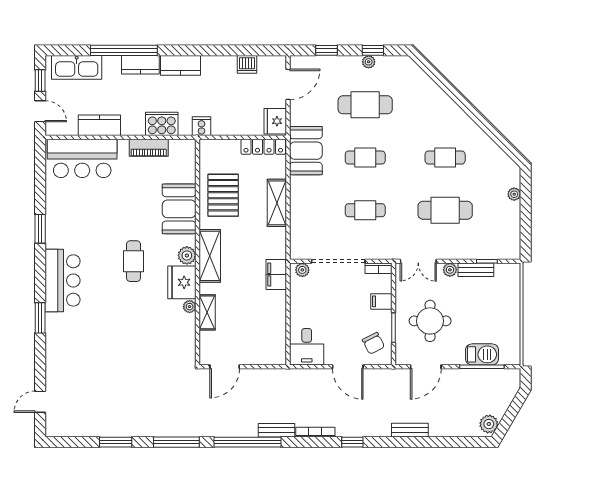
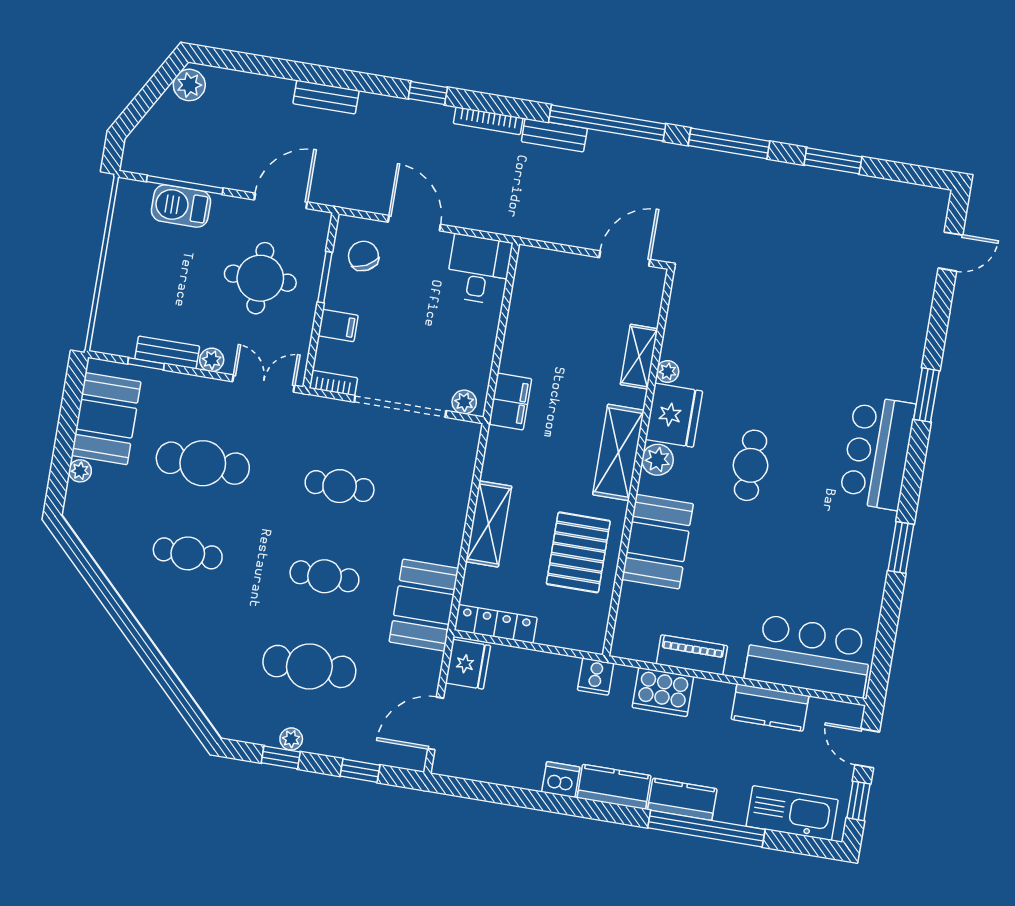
dishwasher: (247, 64) -> (561, 780), moved
booth: (504, 226) -> (106, 419), added

